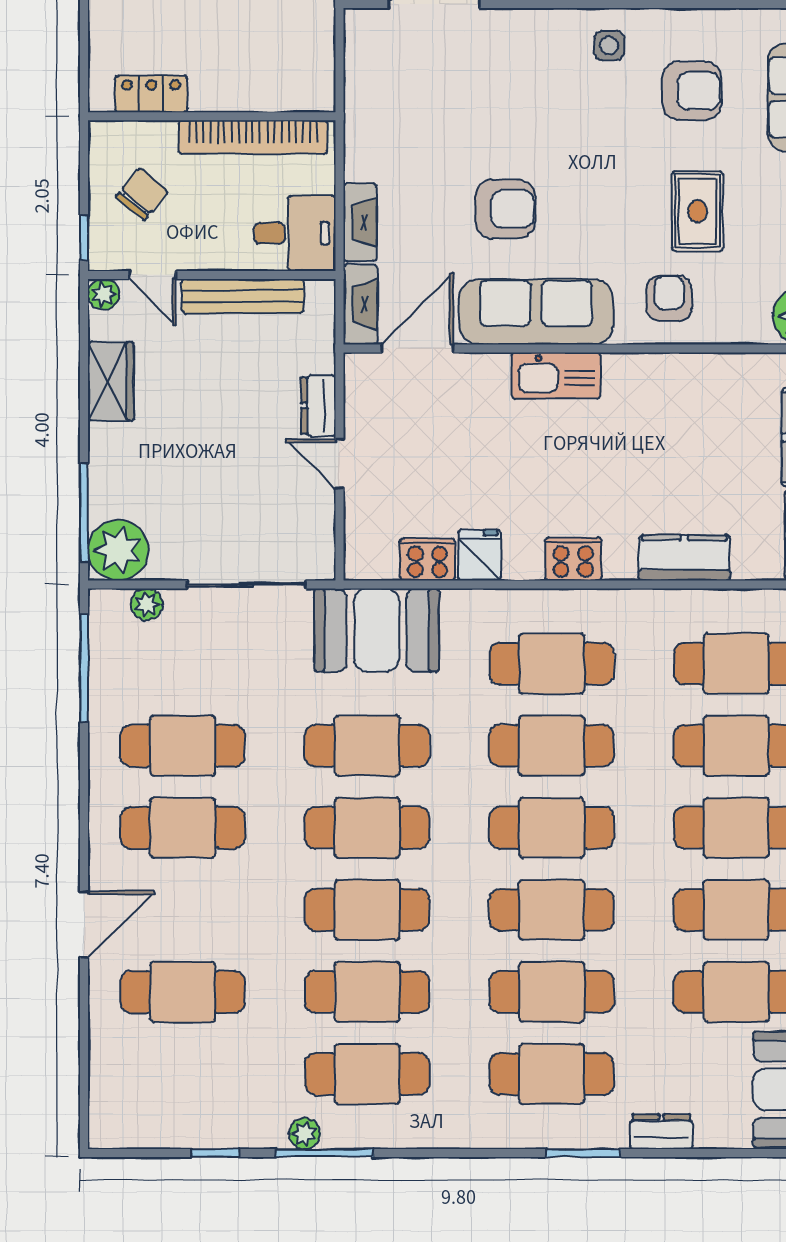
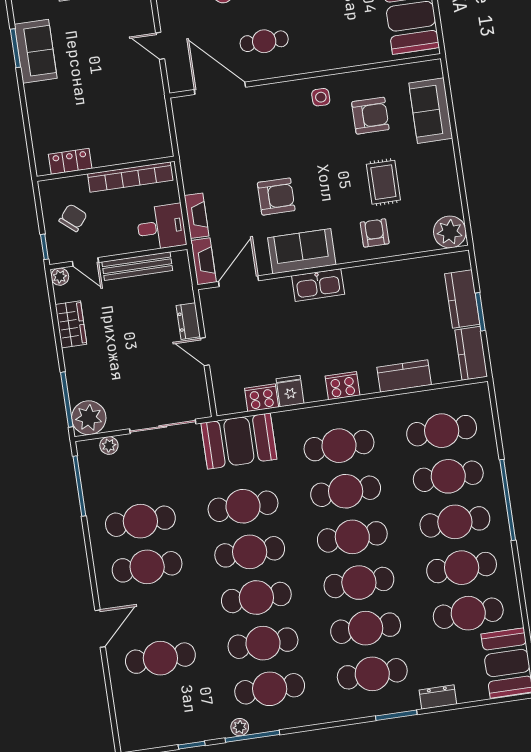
sofa: (536, 312) -> (302, 251), width x0.73

